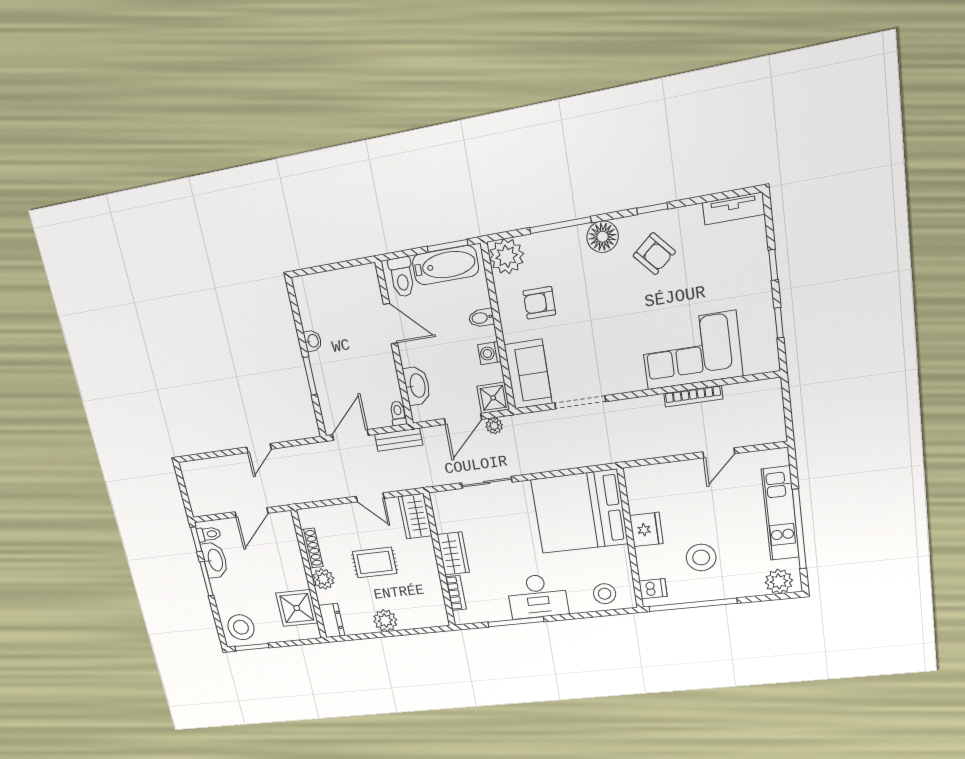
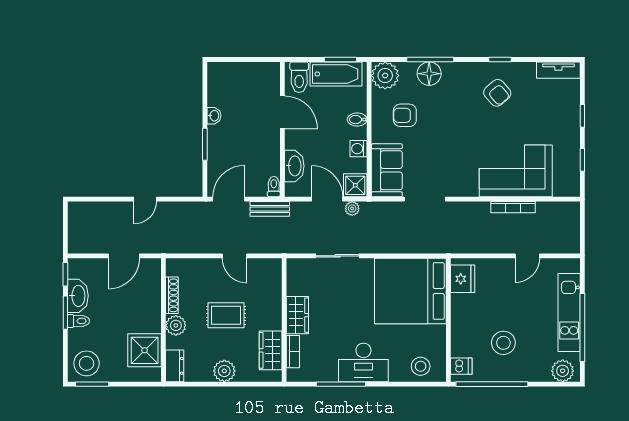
floor lamp: (603, 237) -> (429, 74), moved
door: (463, 419) -> (327, 199), swing flipped
wardrobe: (415, 516) -> (271, 350), moved
fridge: (646, 529) -> (463, 279), moved
toilet: (209, 534) -> (79, 321), moved

